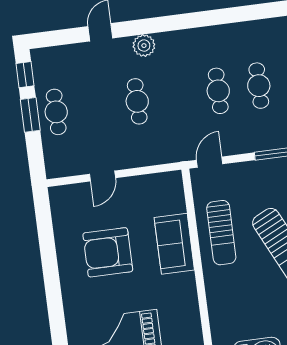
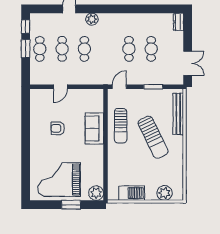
cafe table: (97, 107) -> (62, 49), added
armchair: (108, 252) -> (58, 128), width x0.53, depth x0.53

